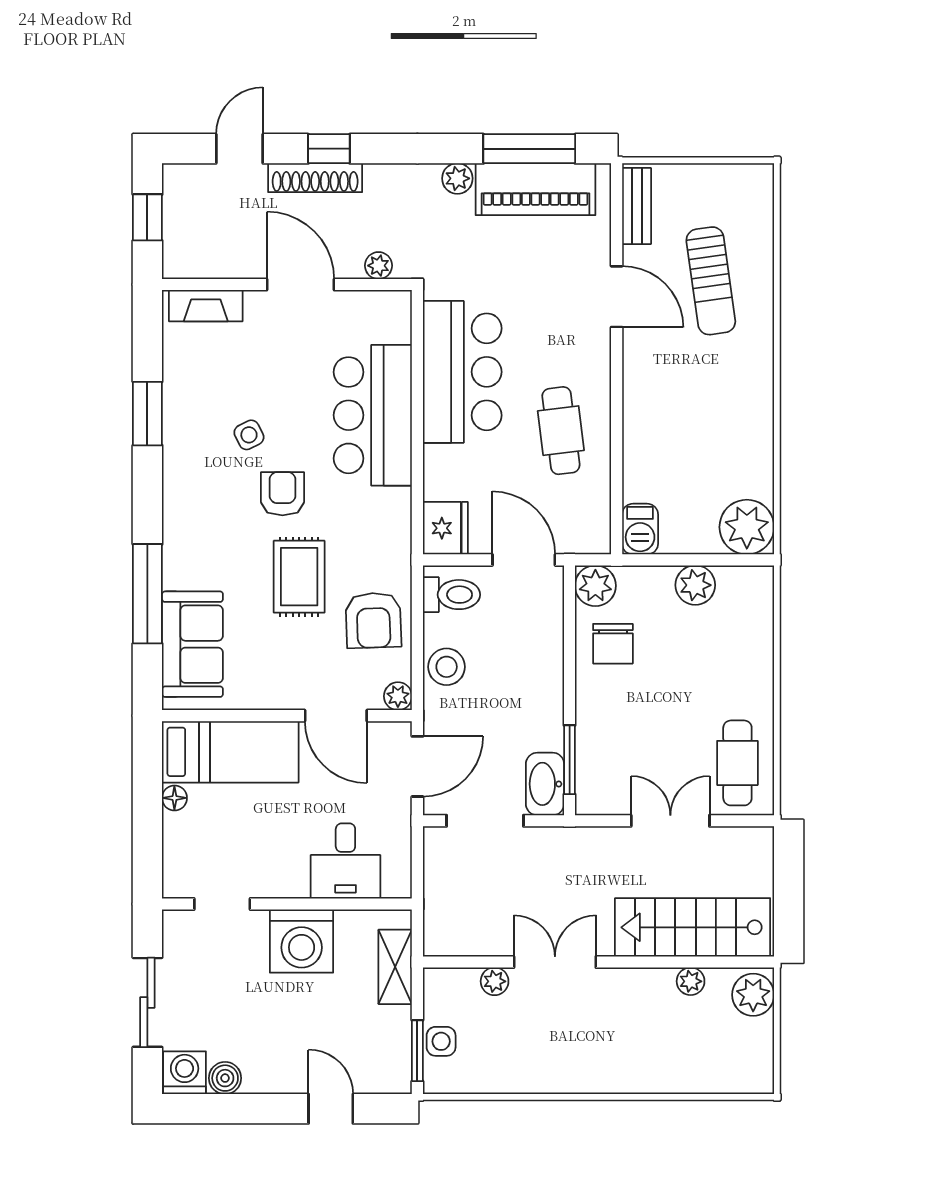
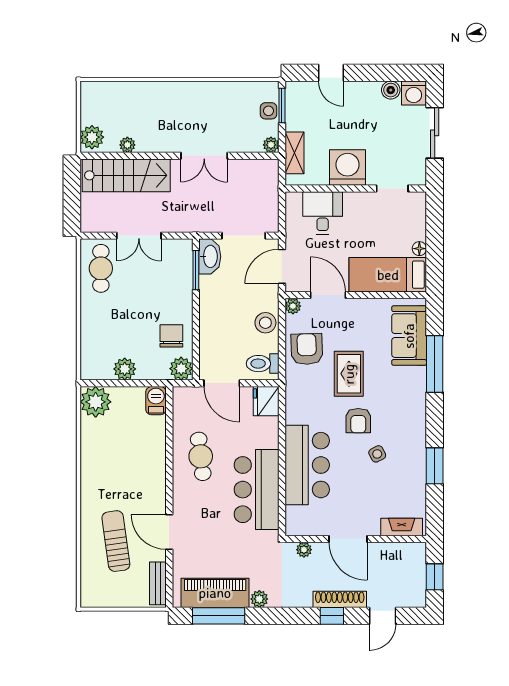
plant: (495, 981) -> (271, 145), moved

